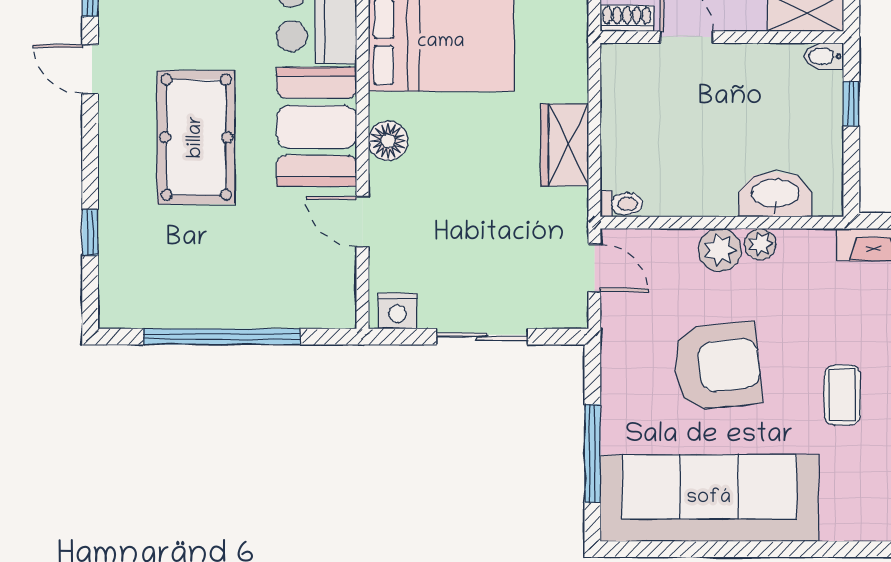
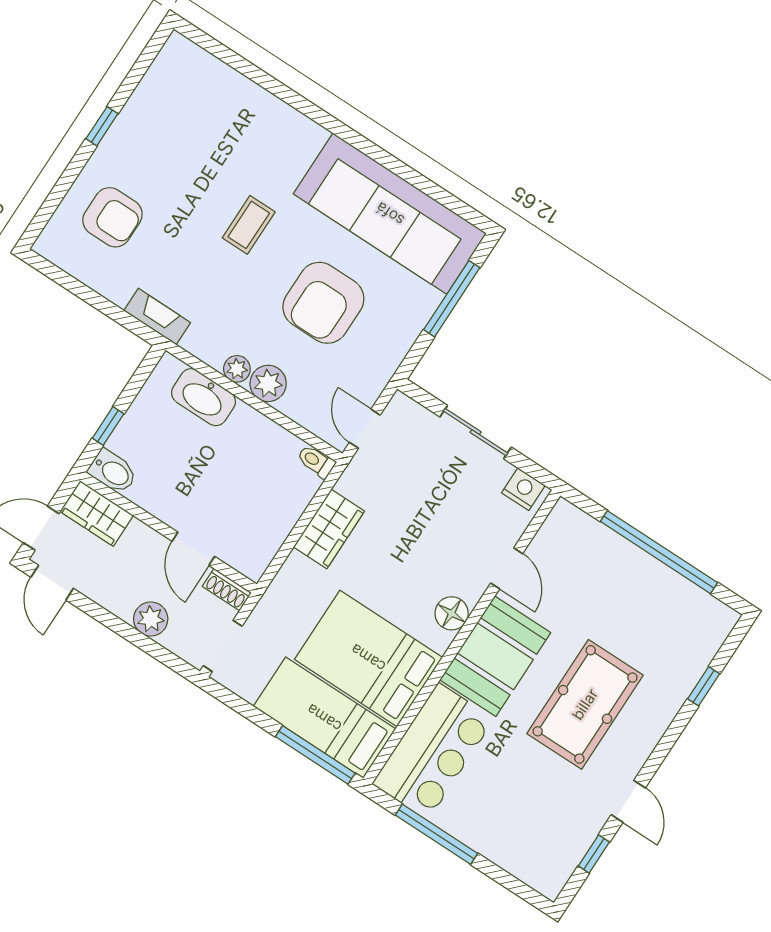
bidet: (824, 56) -> (113, 472), width x1.38, depth x1.36
armchair: (717, 366) -> (323, 303), turned -84

